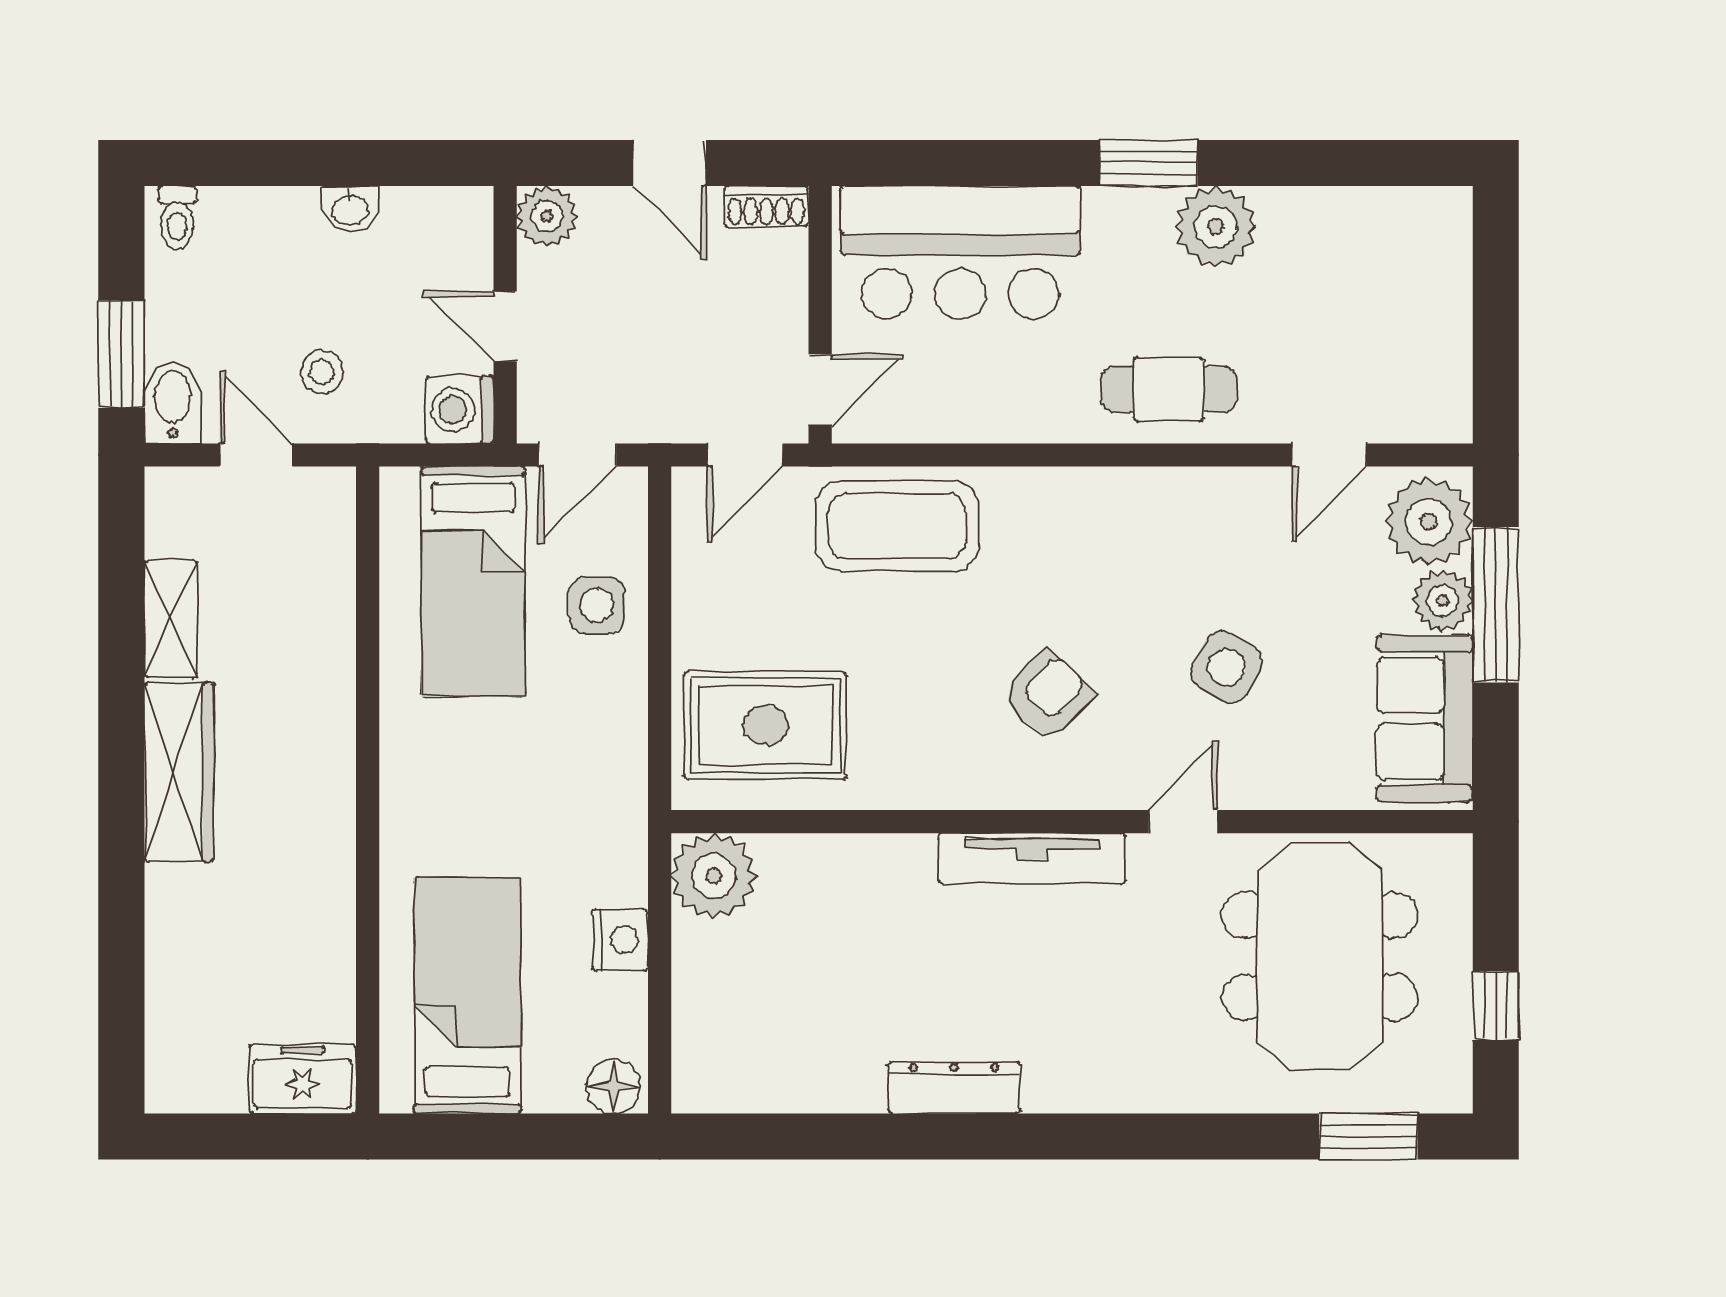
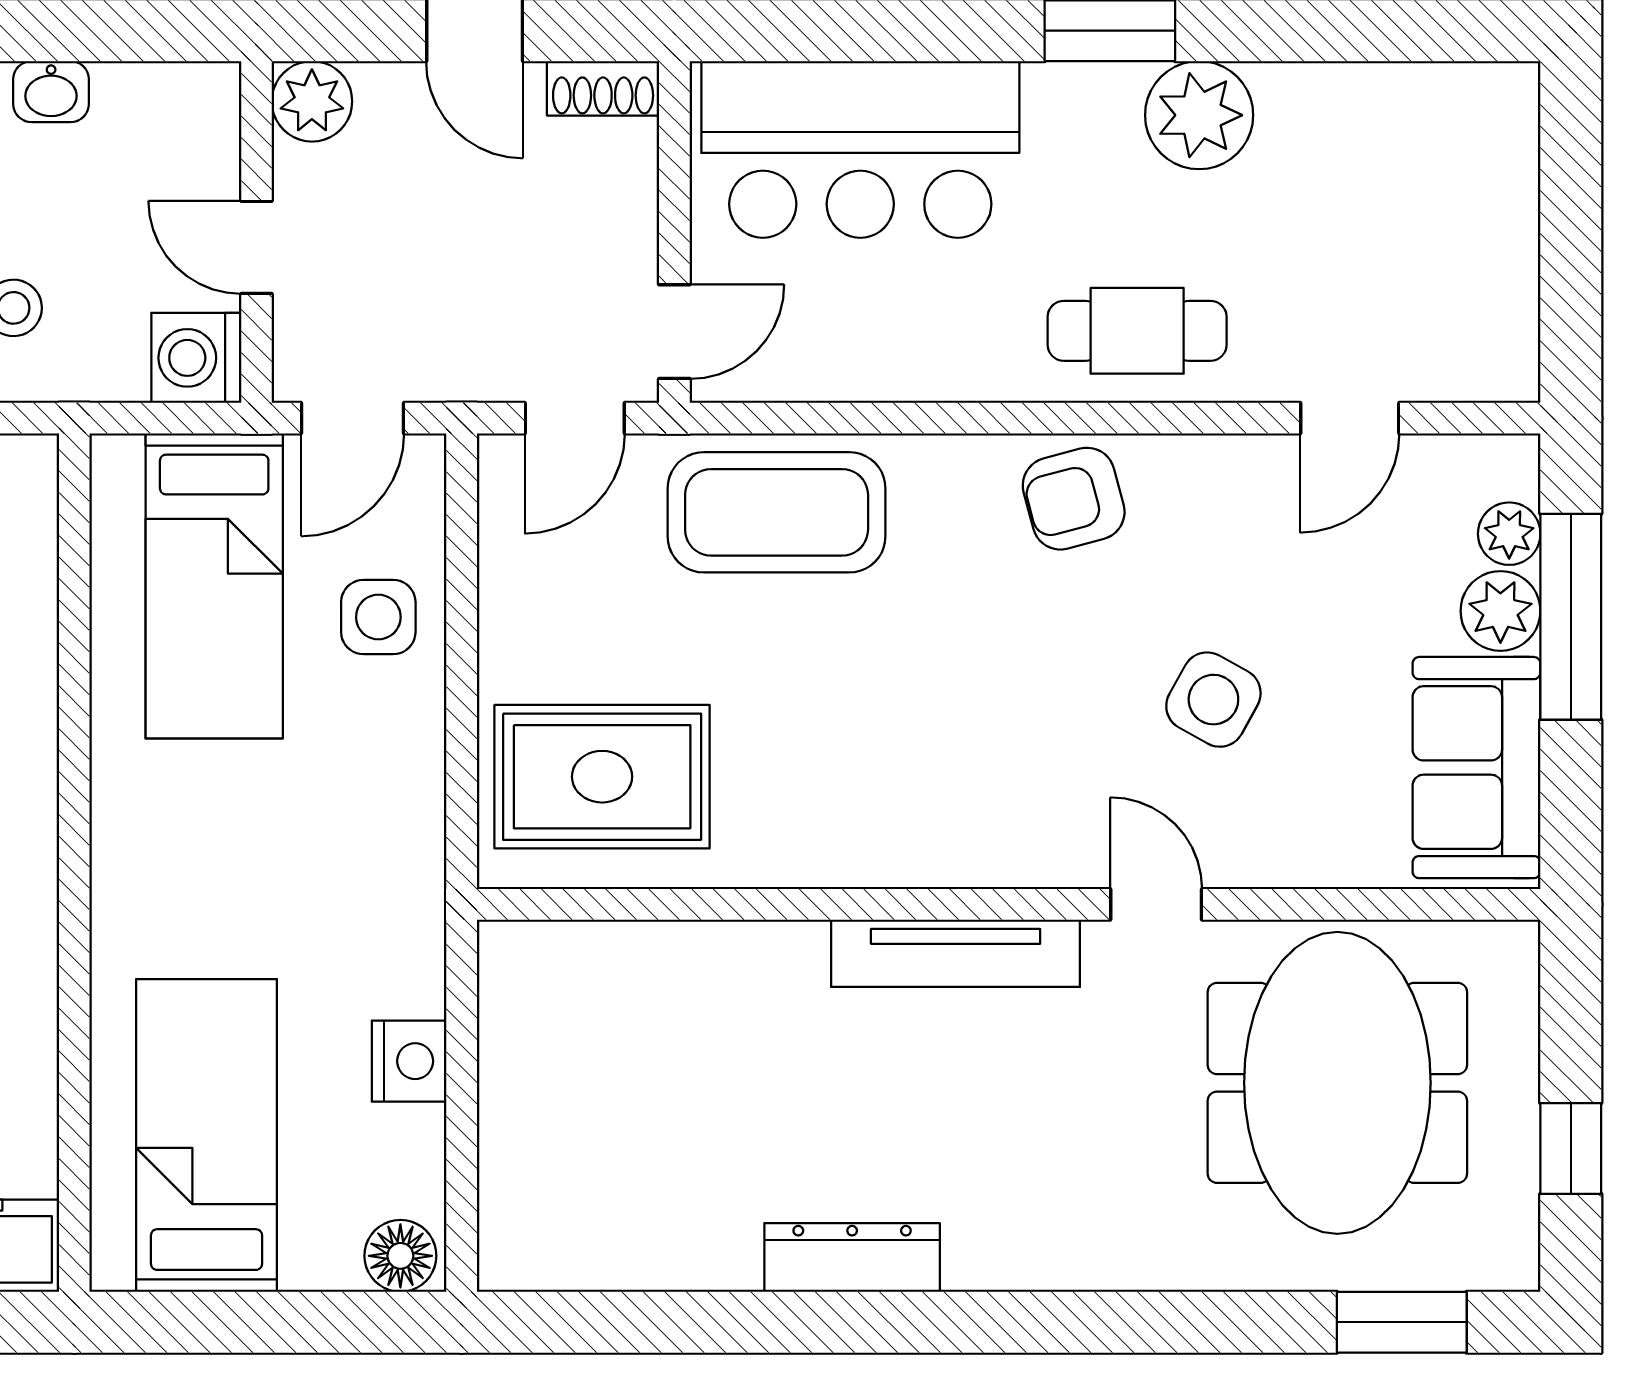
plant: (1429, 522) -> (1509, 534), width x0.53, depth x0.53
armchair: (1047, 695) -> (1074, 499), moved, turned -149
door: (1183, 822) -> (1156, 904), hinge flipped
plant: (714, 876) -> (534, 976), removed

